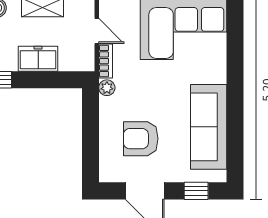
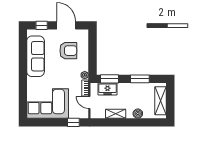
freezer: (38, 59) -> (108, 89), moved
window: (55, 80) -> (110, 79), added

